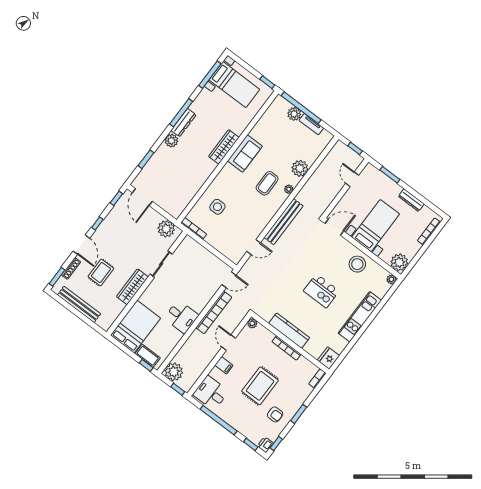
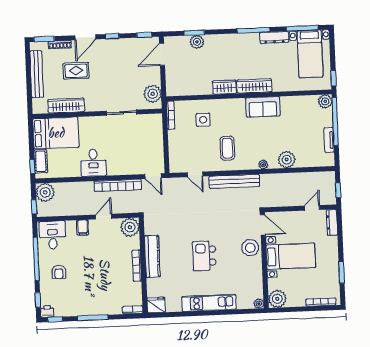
plant: (294, 114) -> (325, 101), moved
dresser: (183, 123) -> (274, 37), moved
plant: (171, 141) -> (197, 42), moved
wardrobe: (206, 170) -> (224, 87), added
window: (390, 175) -> (342, 272), moved
coffee table: (267, 183) -> (227, 148), moved, turned 90
dresser: (411, 200) -> (332, 222), moved
stool: (357, 264) -> (250, 248), moved
wardrobe: (132, 287) -> (66, 106), moved
plant: (252, 323) -> (130, 227), width x1.88, depth x1.88
rug: (260, 386) -> (90, 269), removed
armchair: (275, 414) -> (59, 272), moved
window: (299, 414) -> (93, 318), width x1.44

